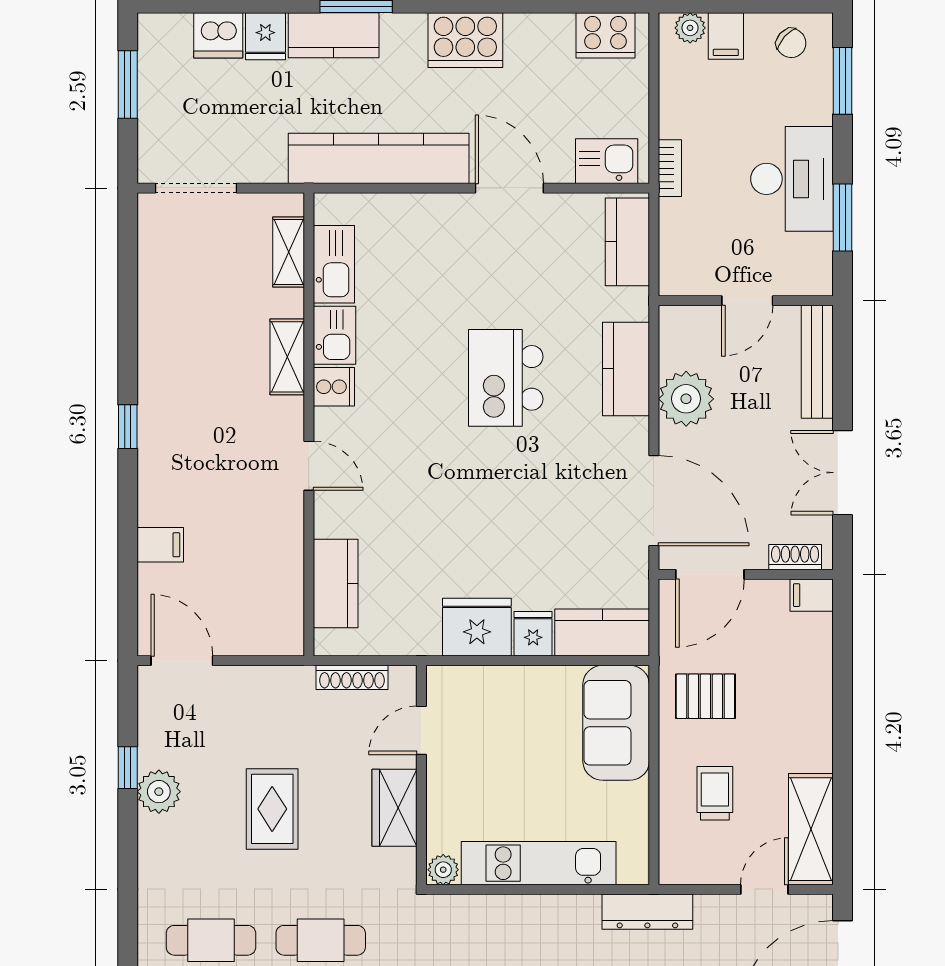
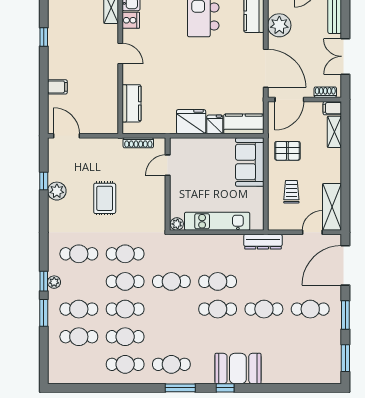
shelving: (817, 651) -> (334, 132), added
wardrobe: (395, 808) -> (156, 198), removed

